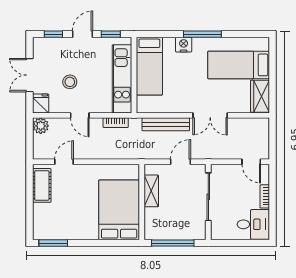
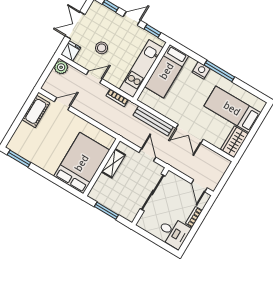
door: (80, 115) -> (94, 77), swing flipped
door: (180, 162) -> (148, 155), hinge flipped
window: (173, 243) -> (106, 211), width x0.69

